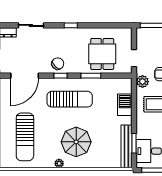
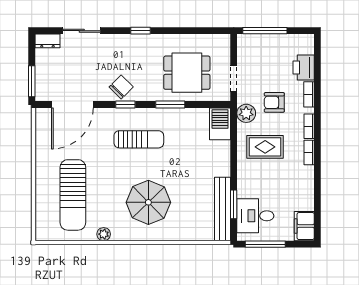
dining table: (102, 54) -> (187, 73), turned 90
sun lounger: (70, 99) -> (139, 139), width x0.73, depth x0.75
barbecue: (125, 105) -> (220, 124), moved
plant: (59, 163) -> (104, 234), moved

